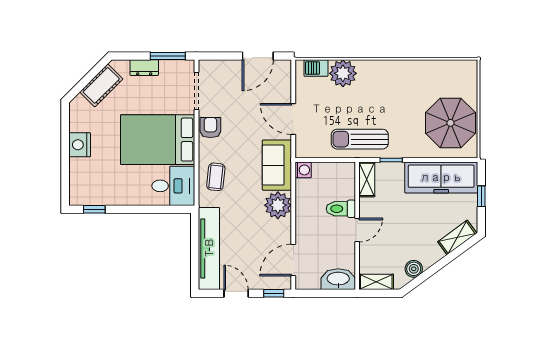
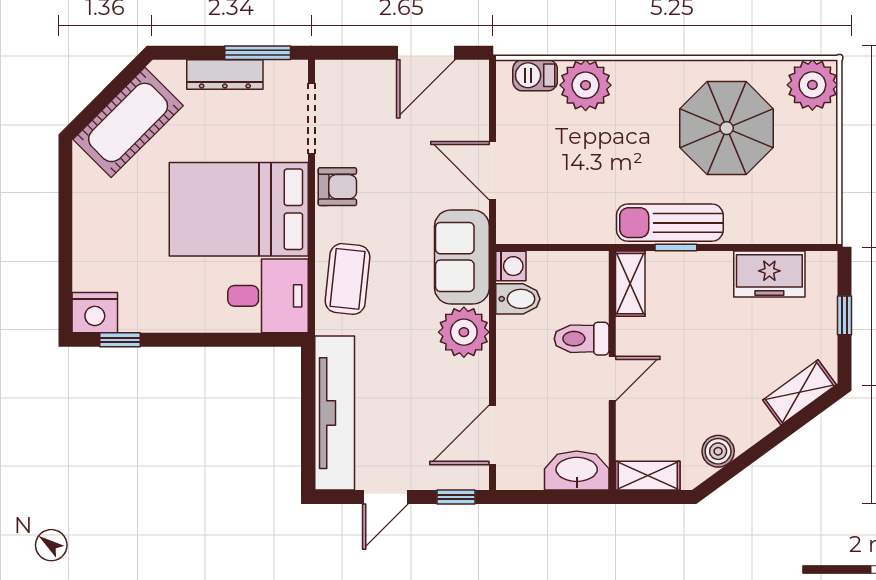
dresser: (144, 68) -> (225, 74), width x1.44
plant: (464, 73) -> (812, 85), added
cot: (101, 85) -> (128, 122), width x1.37, depth x1.34
parasol: (451, 123) -> (727, 128), moved
armchair: (210, 128) -> (337, 187), turned 90
sun lounger: (360, 139) -> (670, 223), moved
nightstand: (80, 145) -> (95, 313), moved, turned -90
coffee table: (216, 177) -> (348, 279), width x1.36, depth x1.30
freezer: (441, 177) -> (769, 274), width x0.52, depth x0.79
bidet: (307, 187) -> (518, 299), added
door: (236, 293) -> (385, 497), swing flipped

